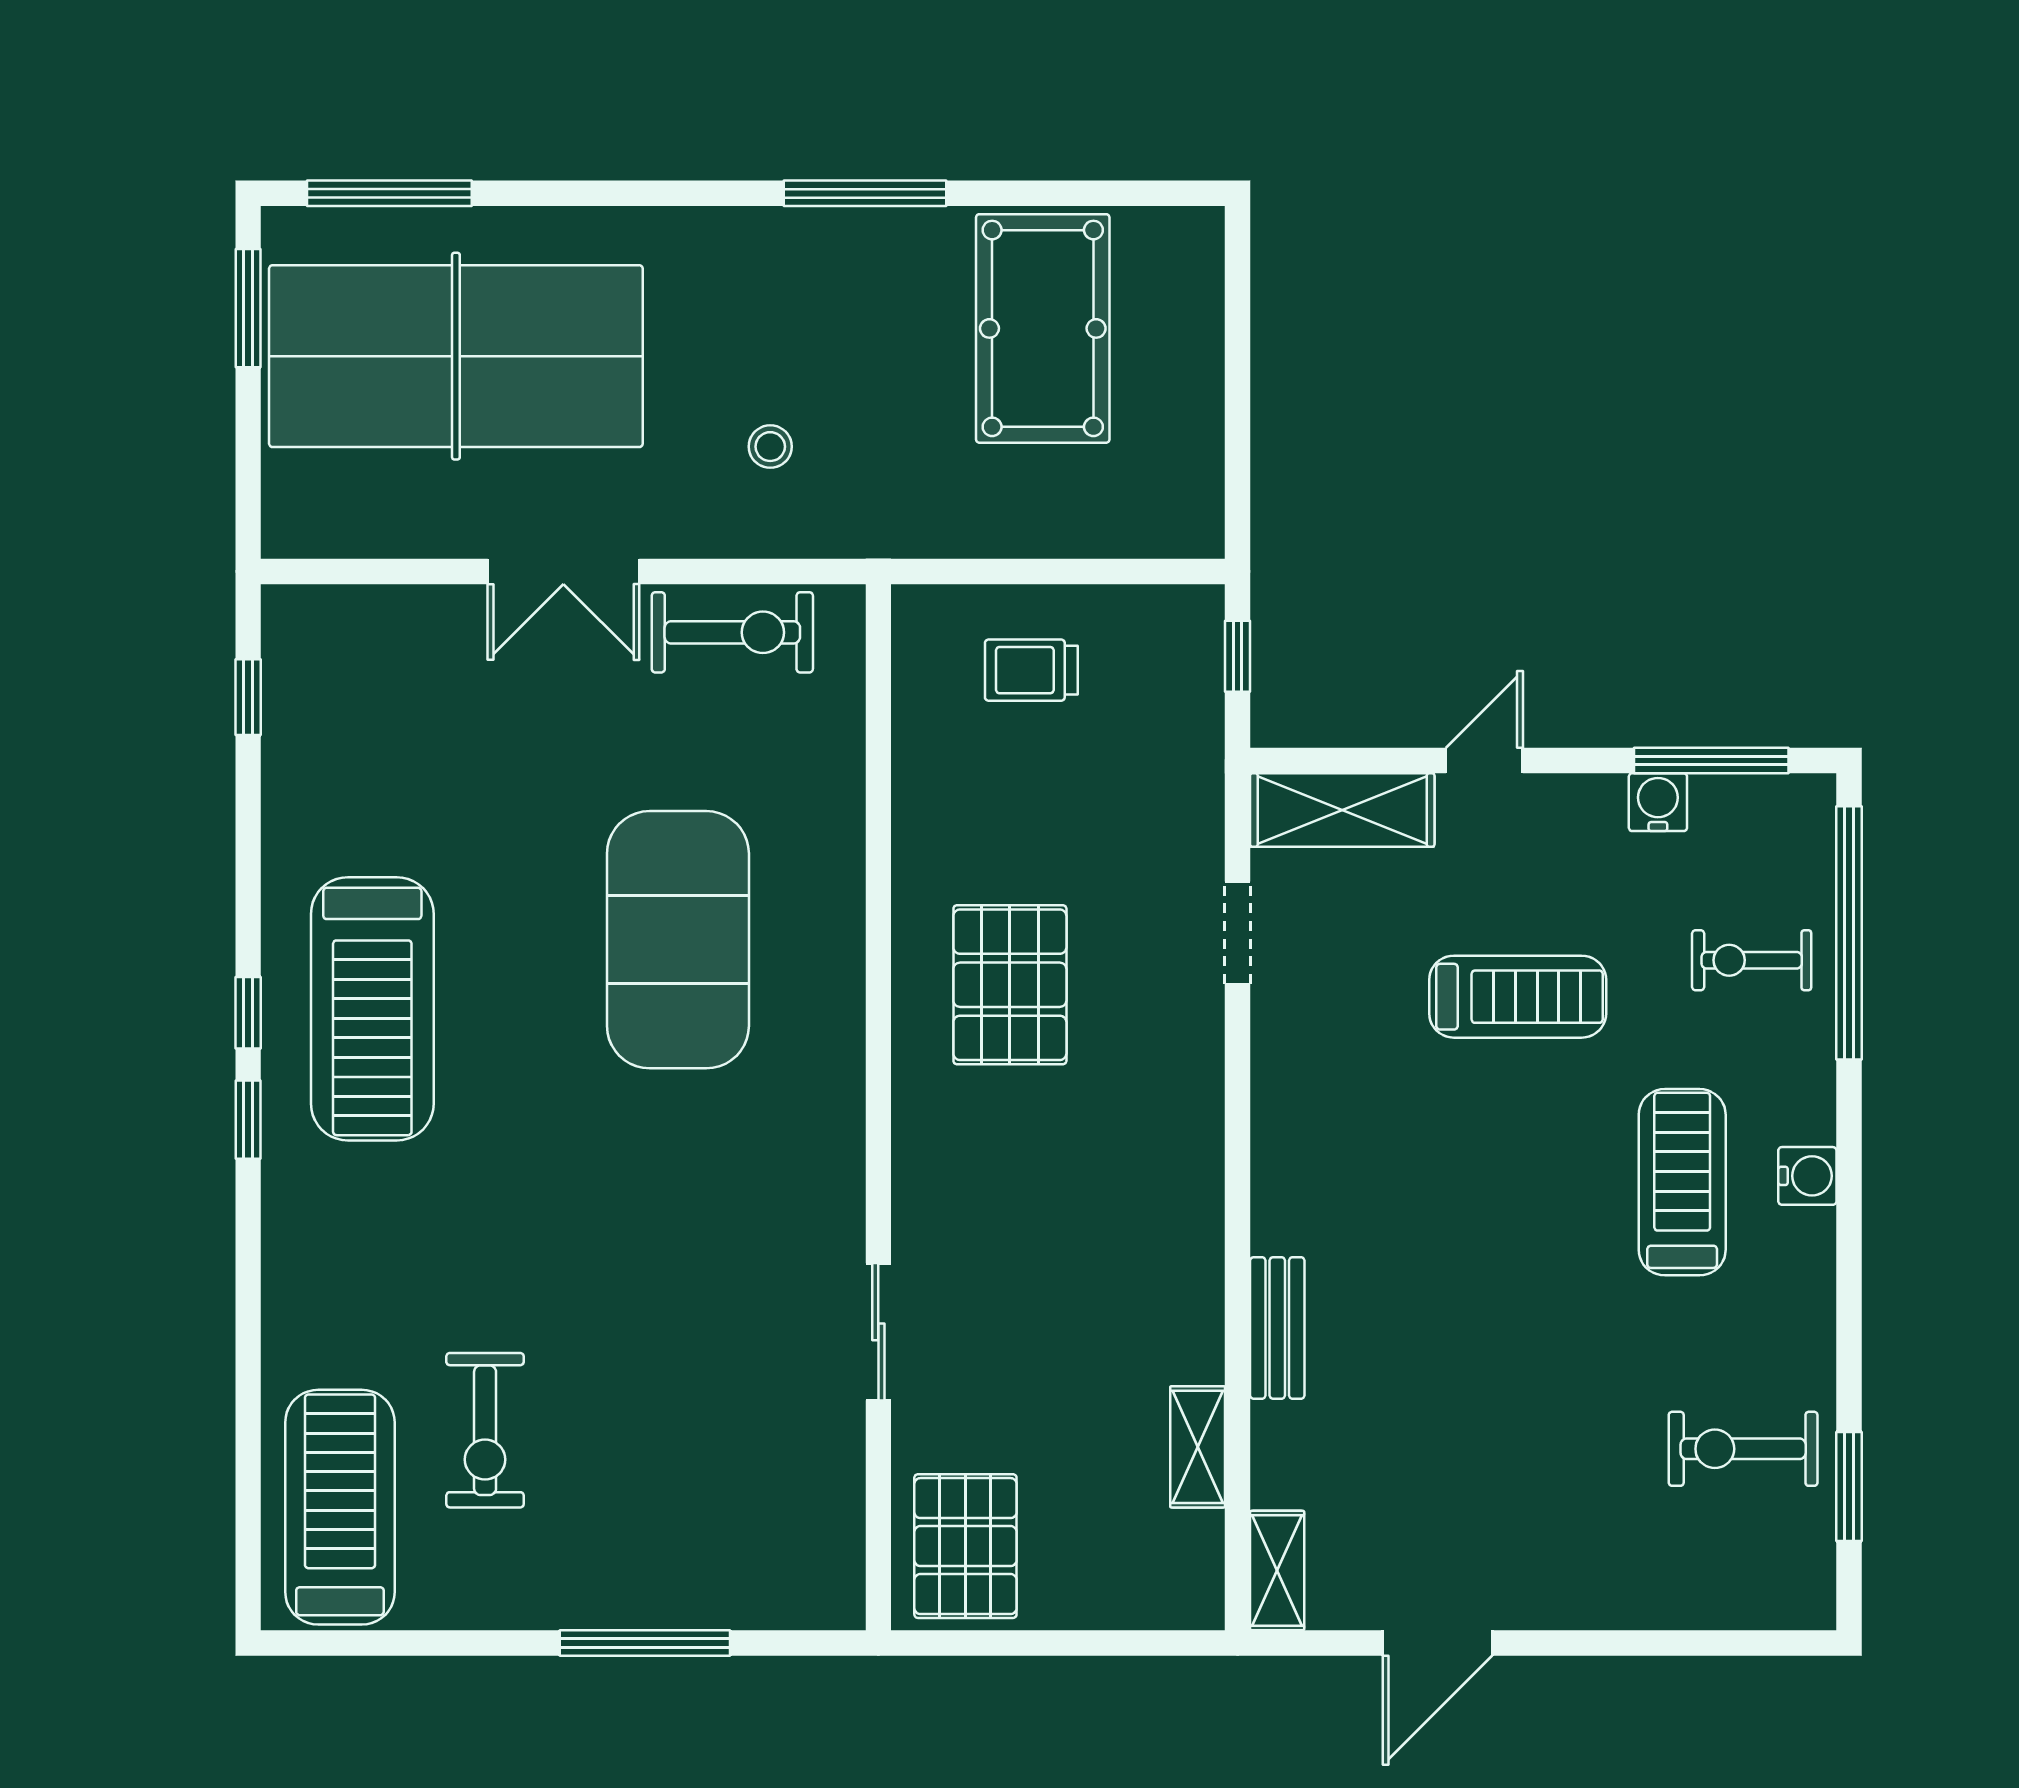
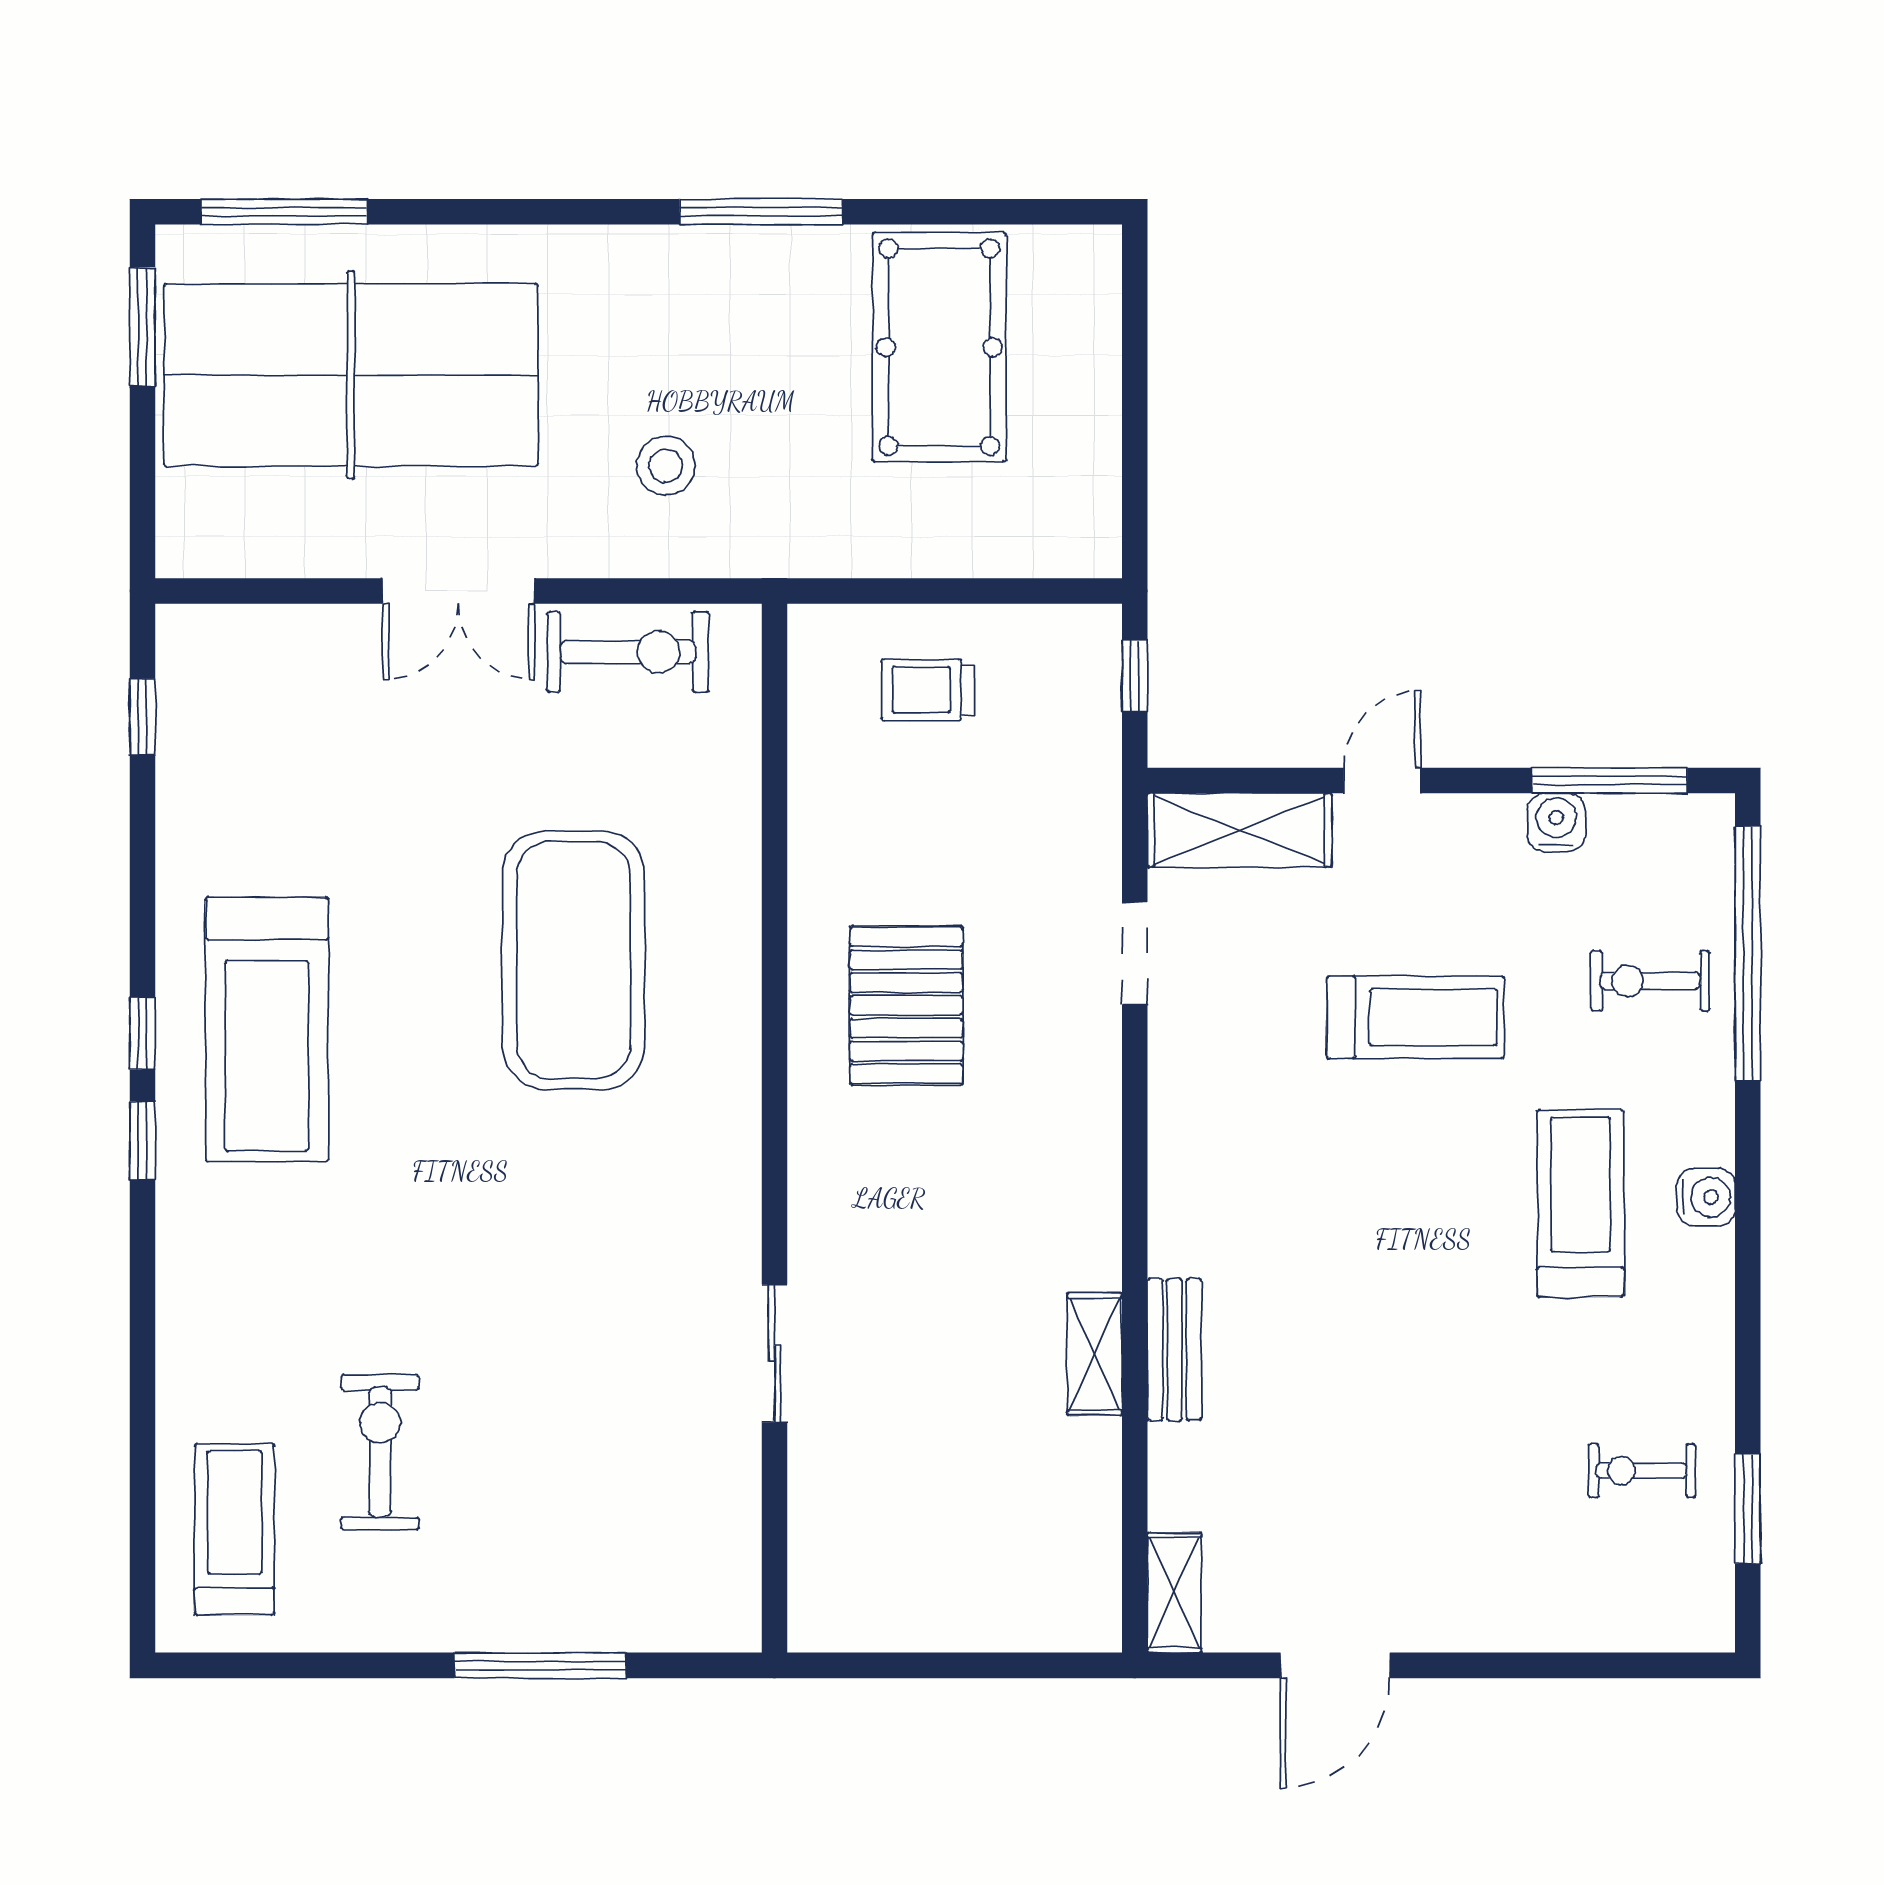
stool: (770, 447) -> (666, 466), width x1.37, depth x1.37
exercise bike: (485, 1430) -> (380, 1452), turned 180
shelving: (1198, 1447) -> (1095, 1354), moved
exercise bike: (1743, 1449) -> (1642, 1471), width x0.73, depth x0.72
treadmill: (340, 1507) -> (235, 1529), width x0.73, depth x0.73
pallet: (965, 1546) -> (862, 1568), removed

